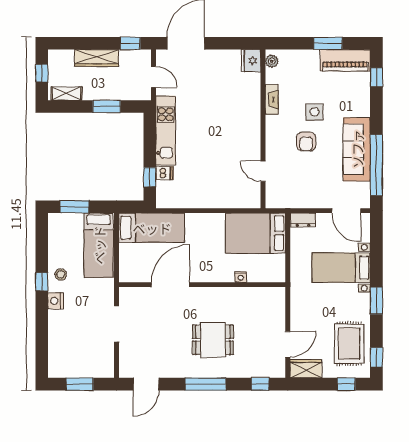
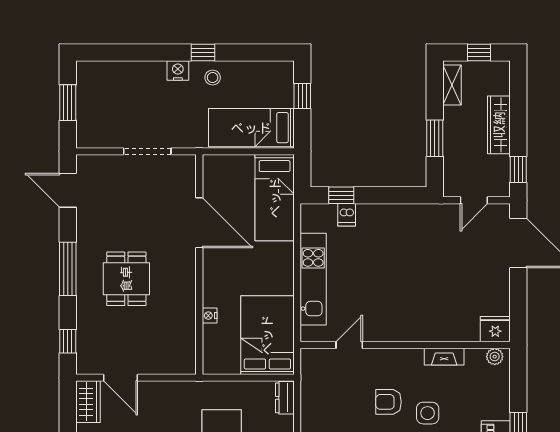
kitchen unit: (166, 130) -> (313, 279), moved, turned -90
window: (75, 207) -> (302, 96), width x0.67

